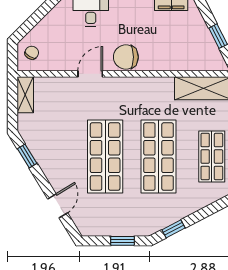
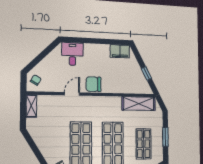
window: (27, 156) -> (32, 144), removed

